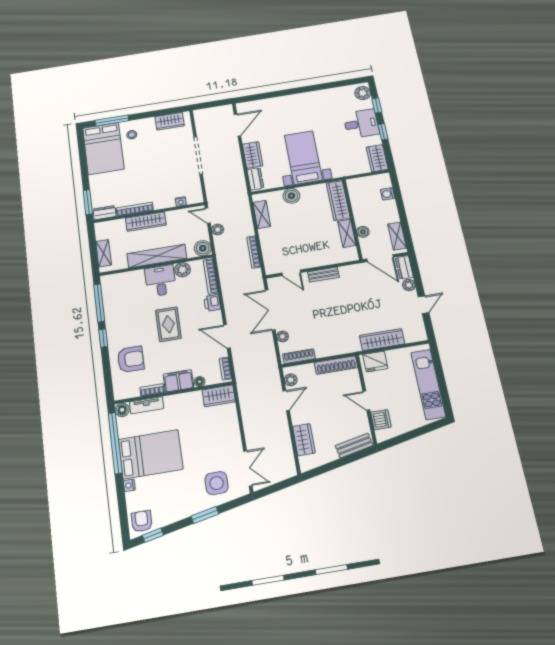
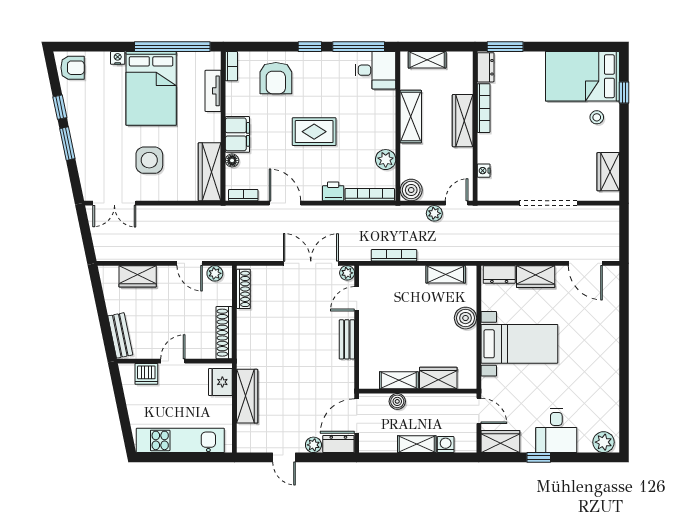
window: (377, 105) -> (581, 457), removed
window: (112, 121) -> (624, 93), width x0.46
door: (358, 176) -> (479, 411), added
wardrobe: (338, 201) -> (438, 378), width x0.67
shelving: (397, 236) -> (417, 444), moved
shelving: (157, 256) -> (411, 117), width x0.68
desk: (160, 281) -> (375, 70), moved
door: (227, 336) -> (285, 203), hinge flipped
plant: (282, 336) -> (347, 273), moved
bookcase: (152, 390) -> (231, 66), moved
wardrobe: (219, 396) -> (210, 172), width x1.50
floor lamp: (122, 410) -> (212, 60), removed
side table: (217, 483) -> (149, 160), moved
window: (153, 535) -> (60, 107), moved

